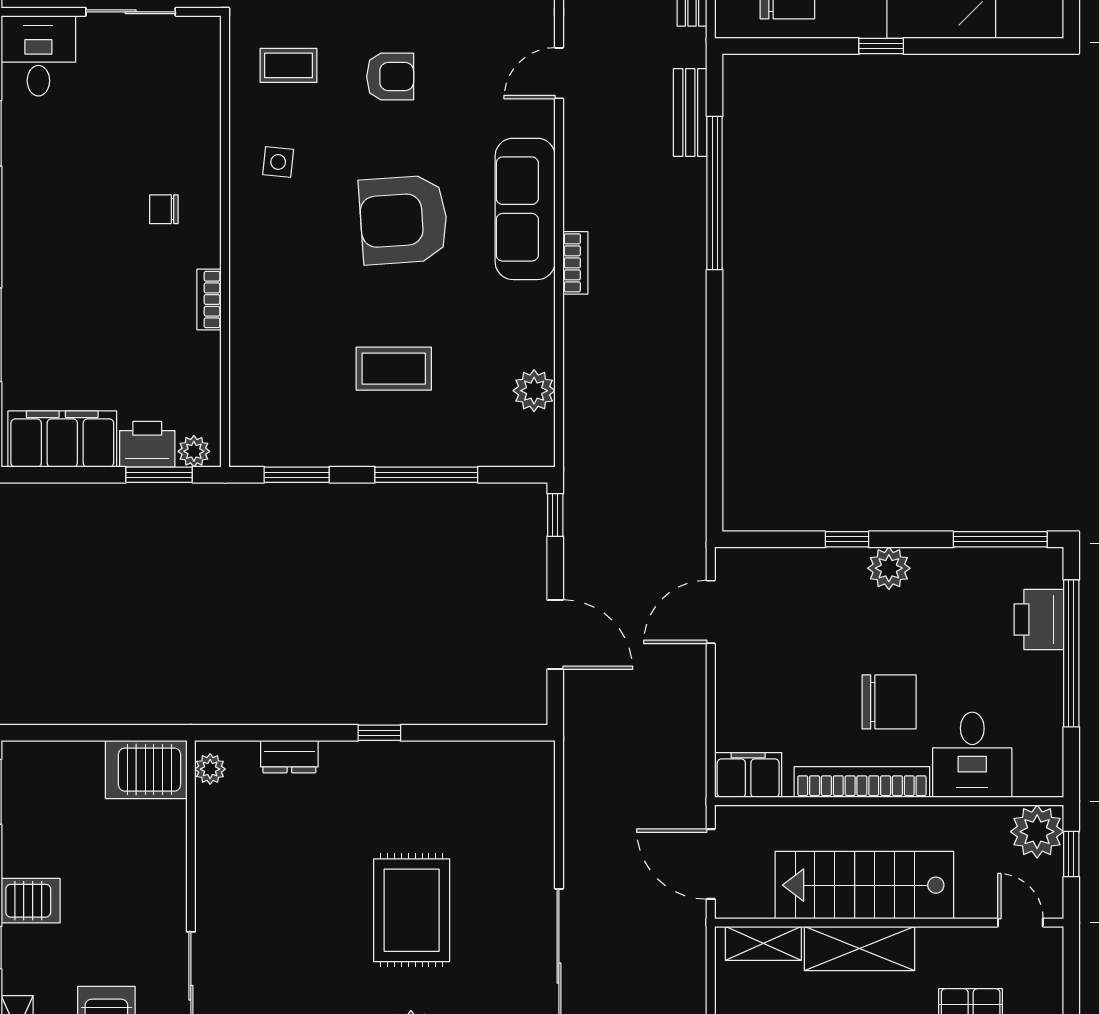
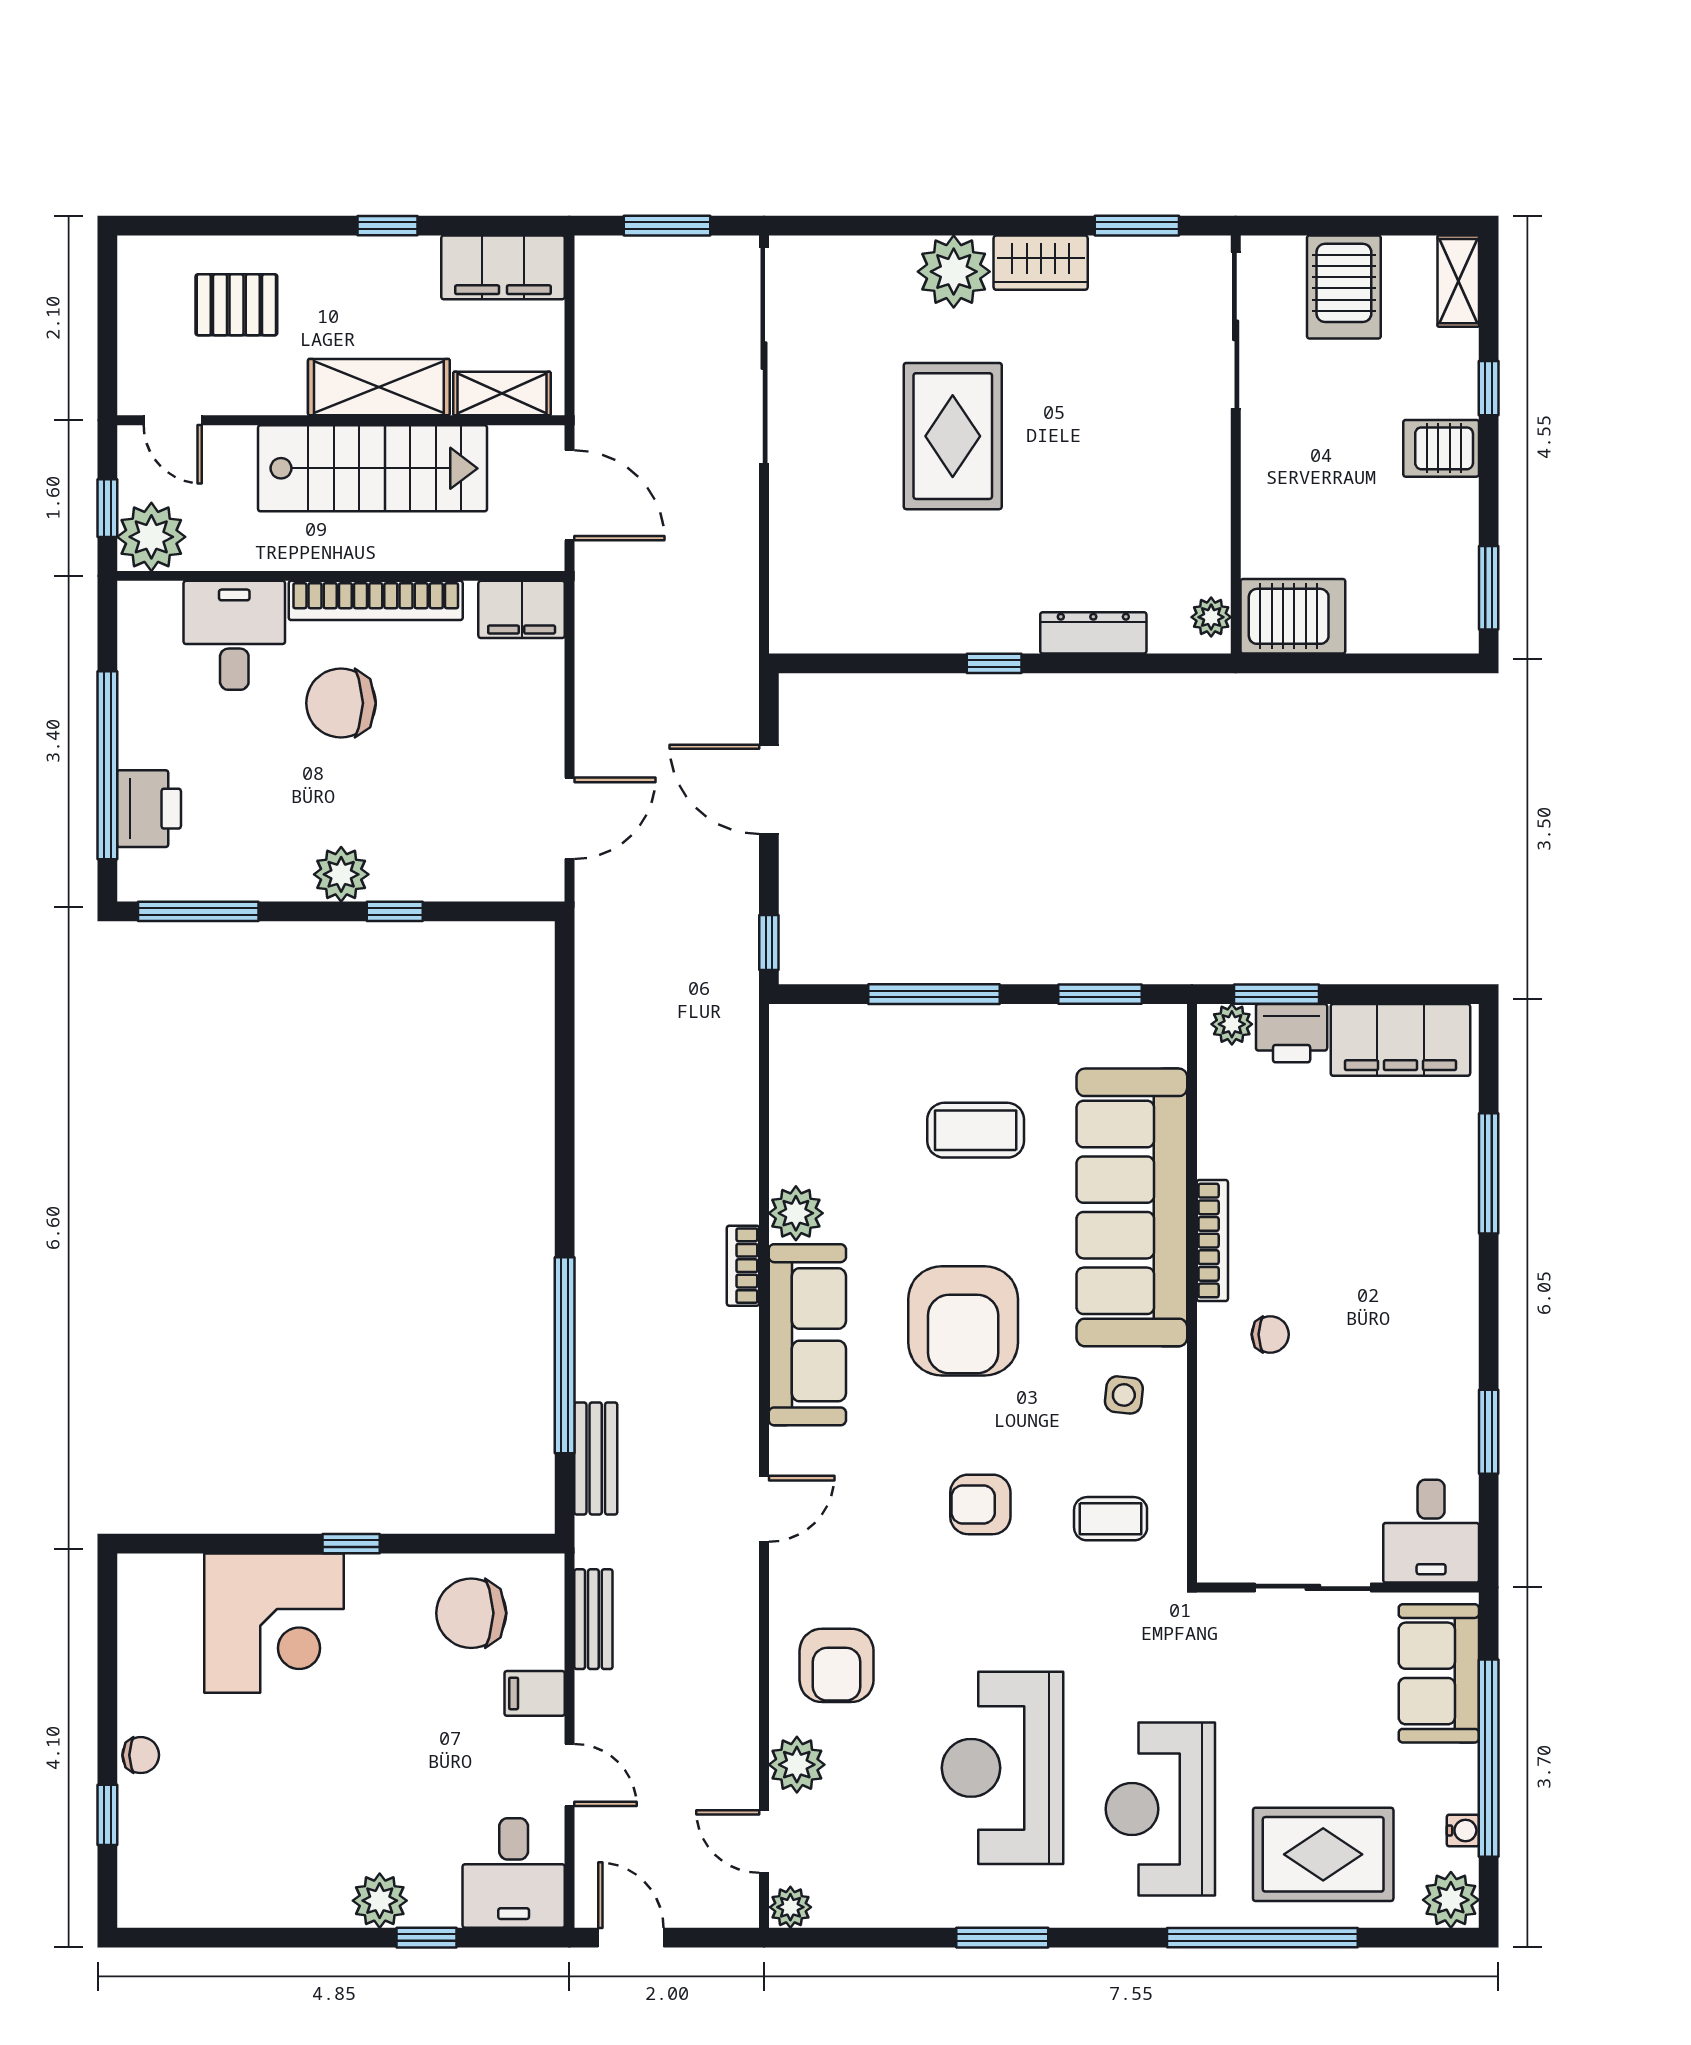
armchair: (404, 220) -> (963, 1321), turned 94
bookcase: (209, 300) -> (1212, 1241), width x1.56
sofa: (272, 308) -> (1132, 1207), added
plant: (534, 391) -> (796, 1213), moved
dresser: (289, 757) -> (1093, 633), width x1.44

